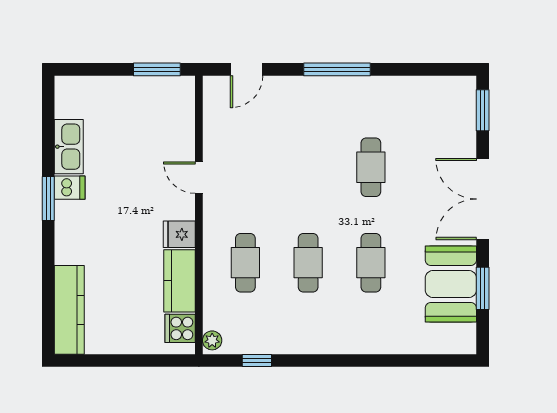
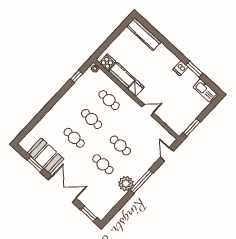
plant: (367, 94) -> (126, 184), added
kitchen sink: (69, 147) -> (205, 90), moved
cafe table: (308, 167) -> (120, 145), added
window: (48, 198) -> (194, 69), moved

